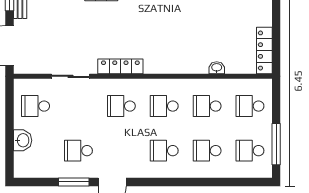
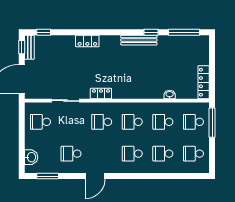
locker: (120, 66) -> (101, 94), width x0.66
washbasin: (23, 140) -> (31, 157), moved
window: (276, 144) -> (212, 123), moved
window: (74, 182) -> (48, 176), moved

